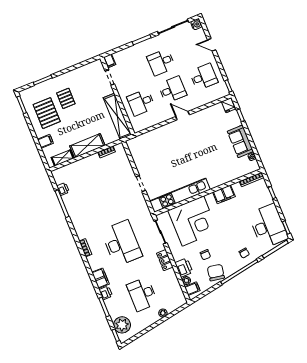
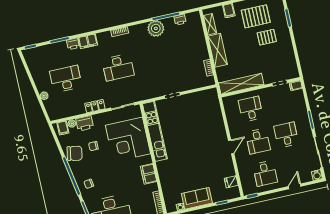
fridge: (228, 105) -> (231, 182), moved
desk: (122, 243) -> (118, 67), width x0.73, depth x0.77
plant: (122, 325) -> (156, 28), moved

